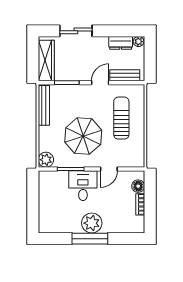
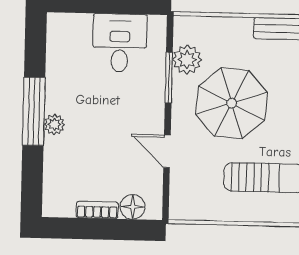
plant: (46, 160) -> (187, 60), moved
desk: (83, 186) -> (120, 43), moved, turned -90
plant: (92, 223) -> (54, 124), width x0.53, depth x0.53

